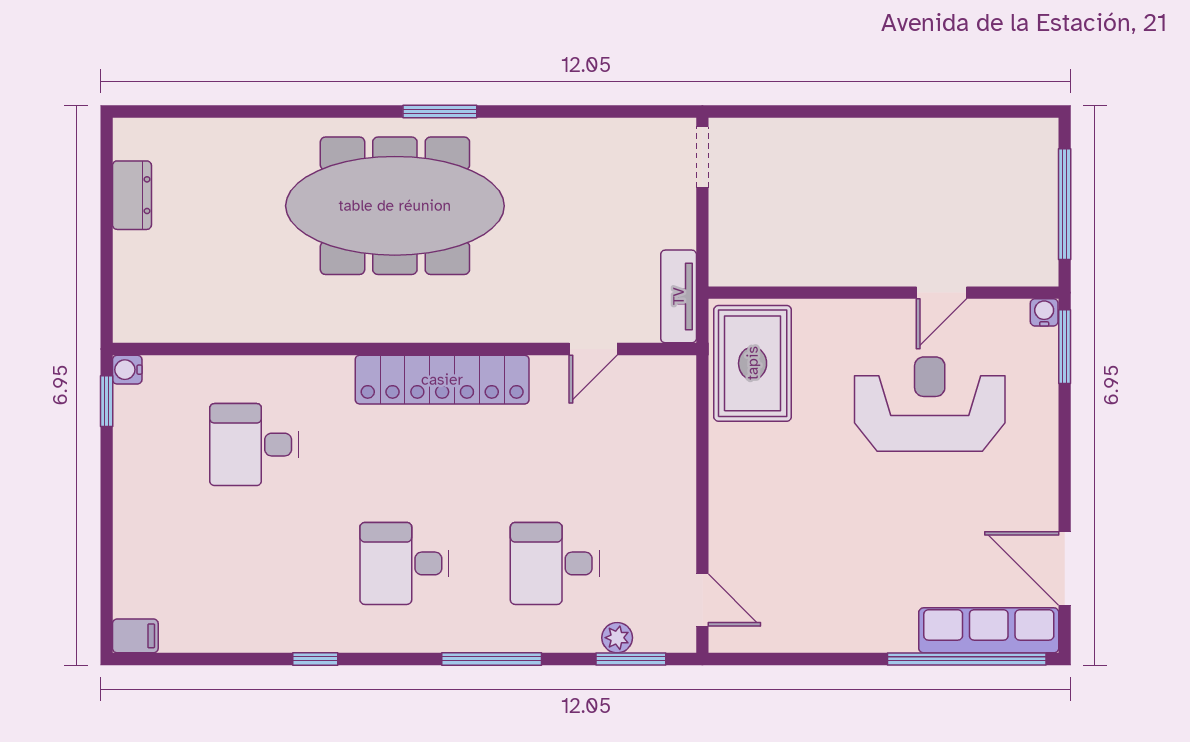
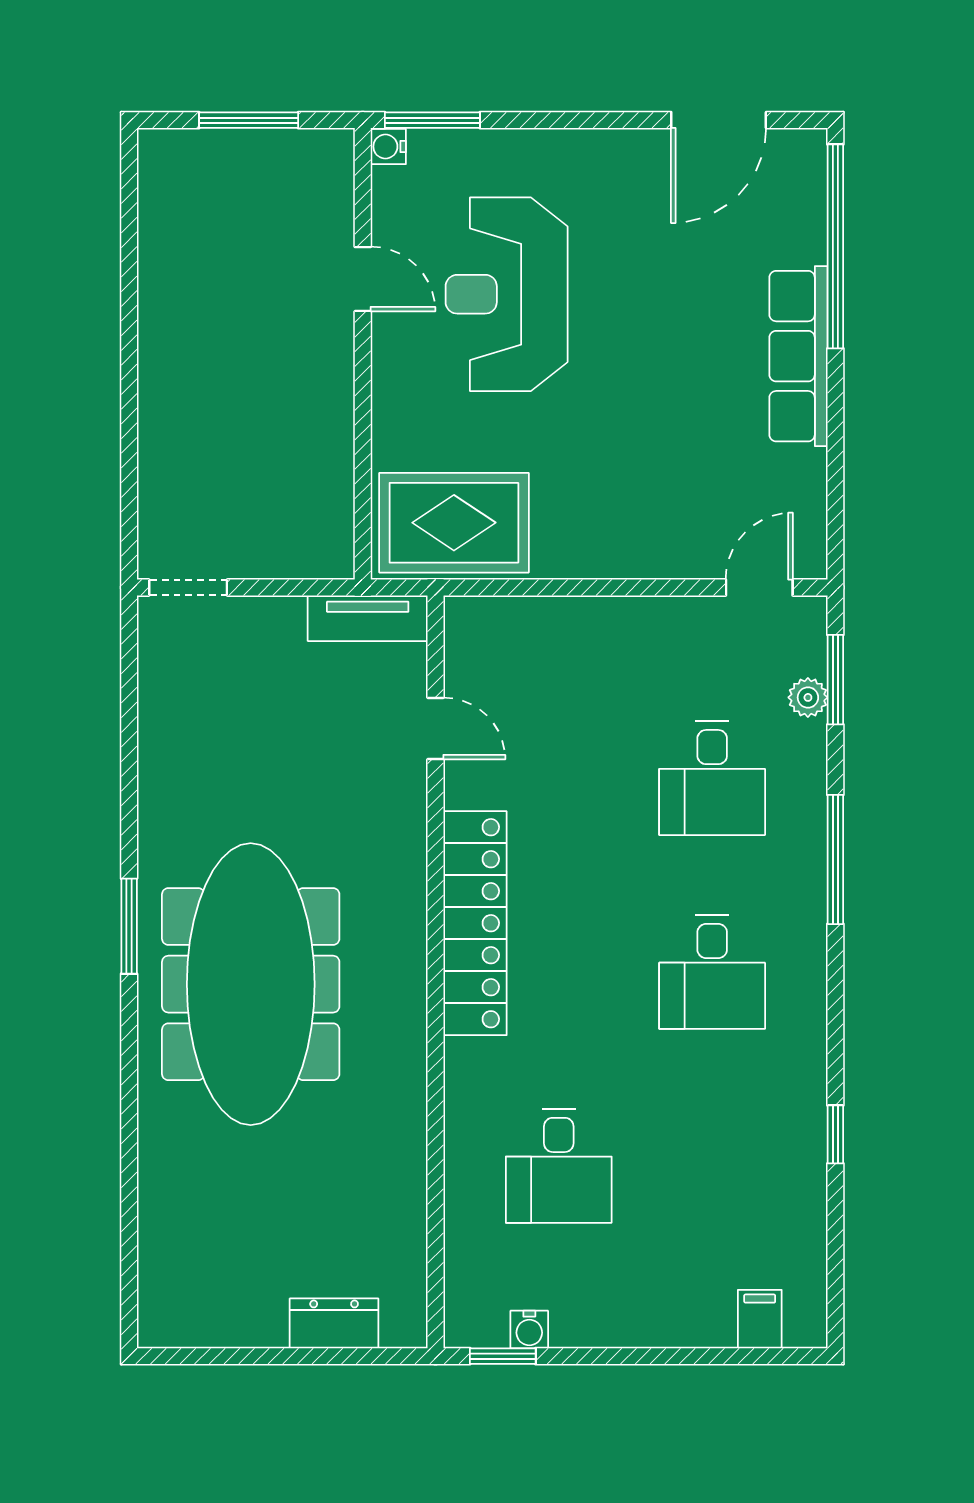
dresser: (132, 195) -> (334, 1323), moved
window: (1065, 204) -> (249, 120), width x0.69
water cooler: (127, 370) -> (529, 1330), moved
row of seats: (989, 630) -> (798, 356), moved
filing cabinet: (135, 636) -> (760, 1319), moved
window: (315, 659) -> (835, 1134), moved

